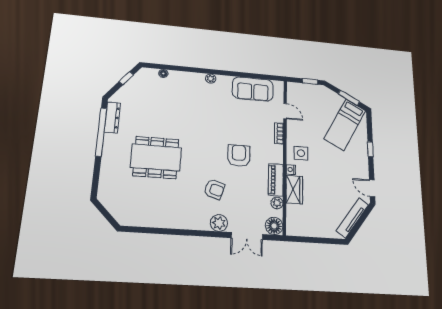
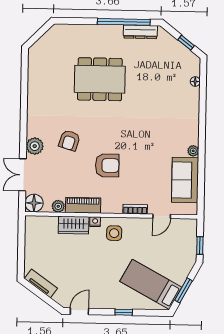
plant: (211, 79) -> (193, 151), moved
dining table: (156, 157) -> (100, 79), turned 90
tv unit: (352, 218) -> (41, 283), width x0.71

